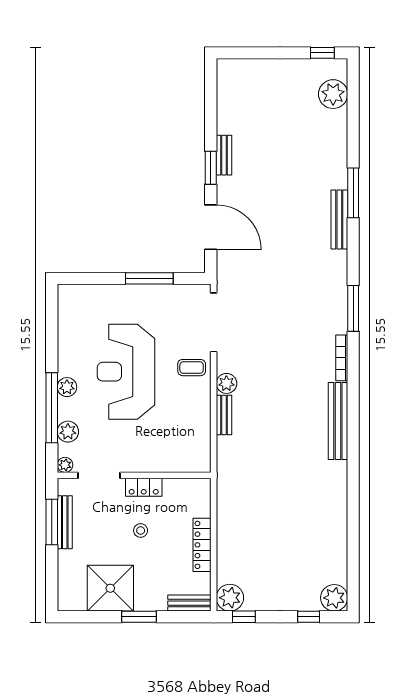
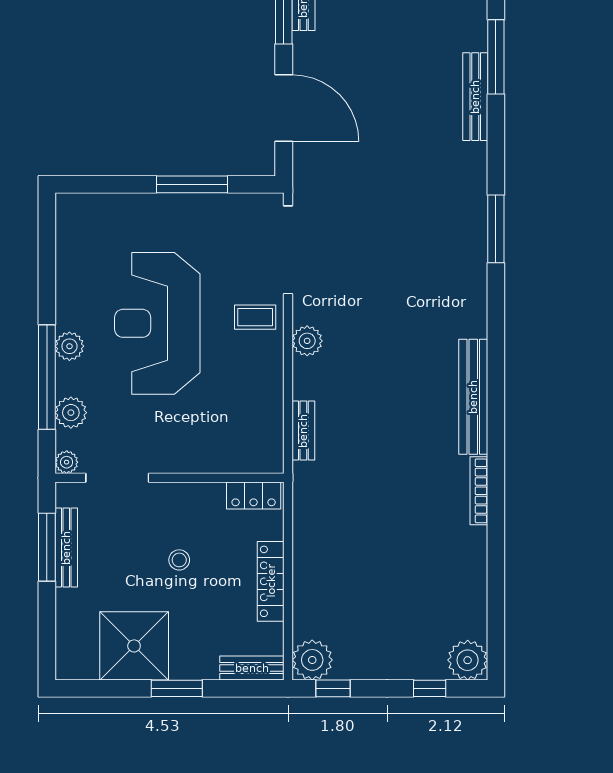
bookcase: (342, 358) -> (479, 491), moved
bench: (224, 415) -> (303, 431), moved
locker: (144, 487) -> (254, 495), moved

